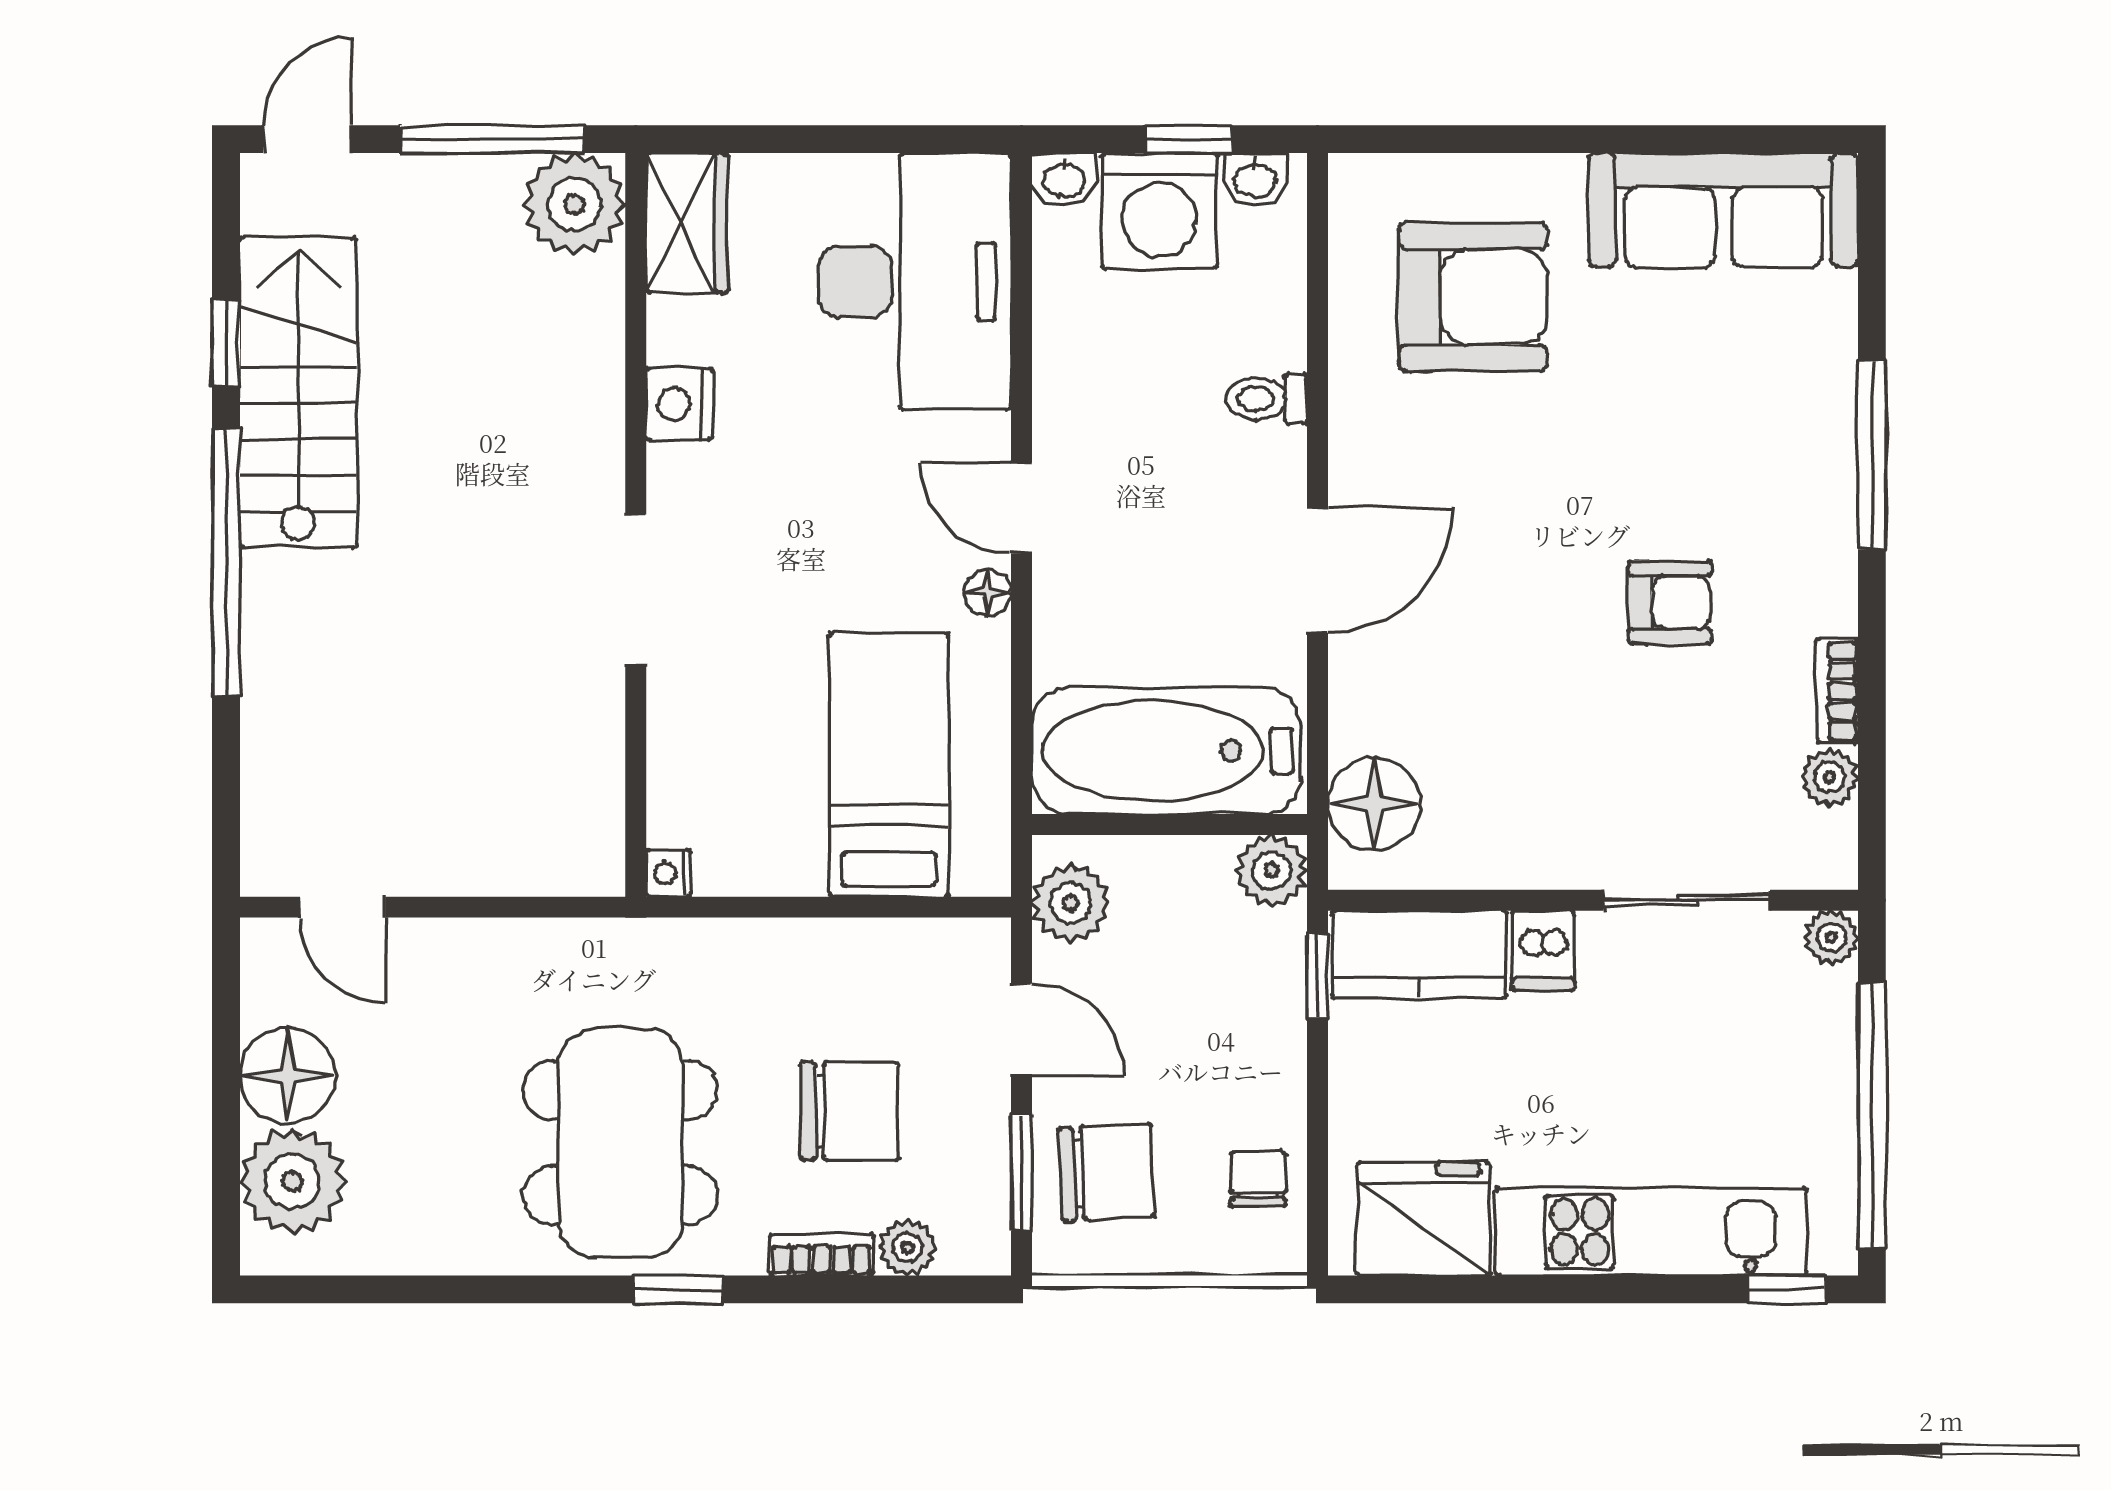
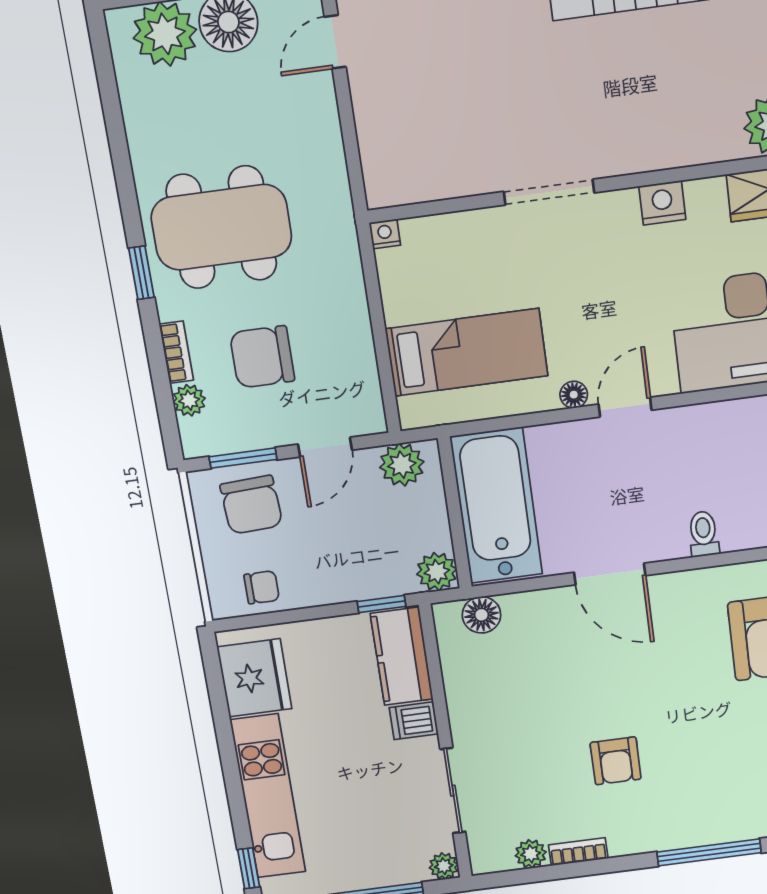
floor lamp: (1374, 804) -> (481, 615), width x0.73, depth x0.73
chair: (849, 1111) -> (262, 357), turned 90

